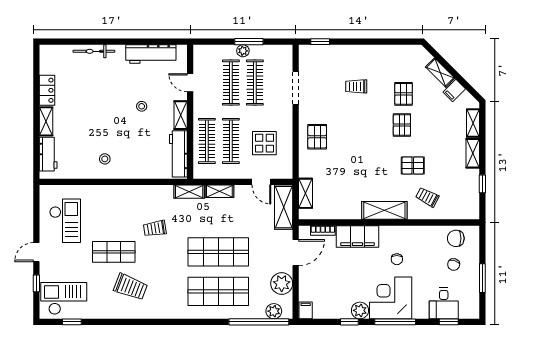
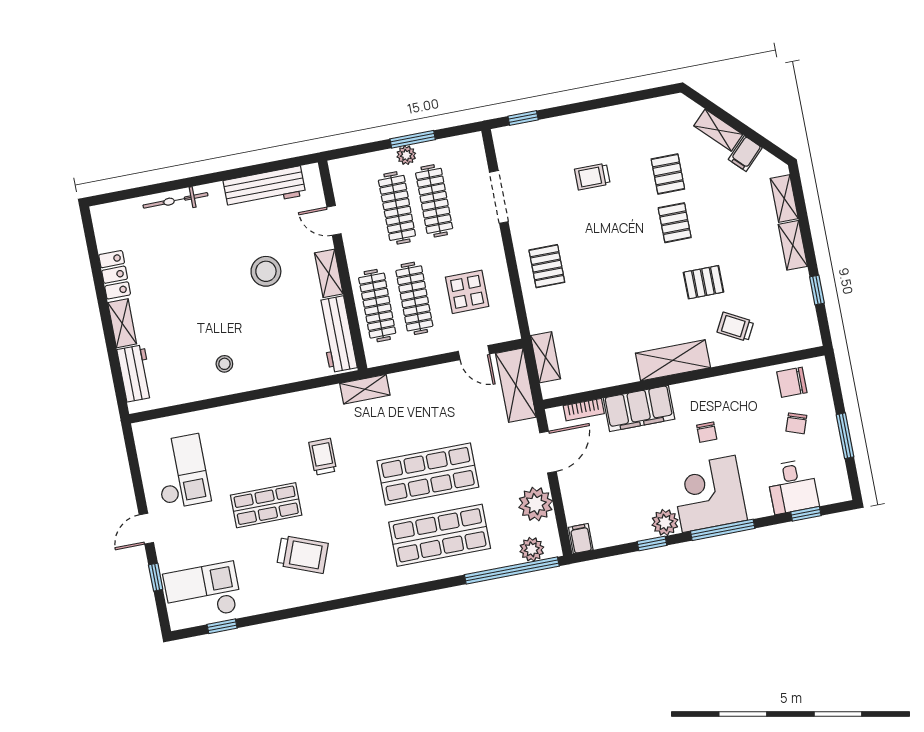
stool: (142, 106) -> (266, 271), width x1.89, depth x1.89
shelving: (219, 191) -> (412, 380), removed
trolley: (155, 229) -> (323, 457), turned 99

